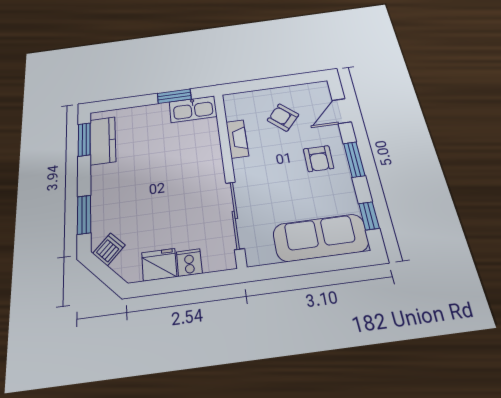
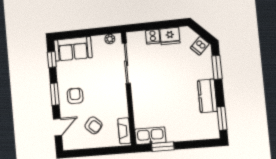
fireplace: (237, 139) -> (124, 131), moved
kitchen counter: (103, 141) -> (207, 96), moved
sofa: (321, 238) -> (73, 49), width x0.73
plant: (266, 256) -> (110, 39), added

